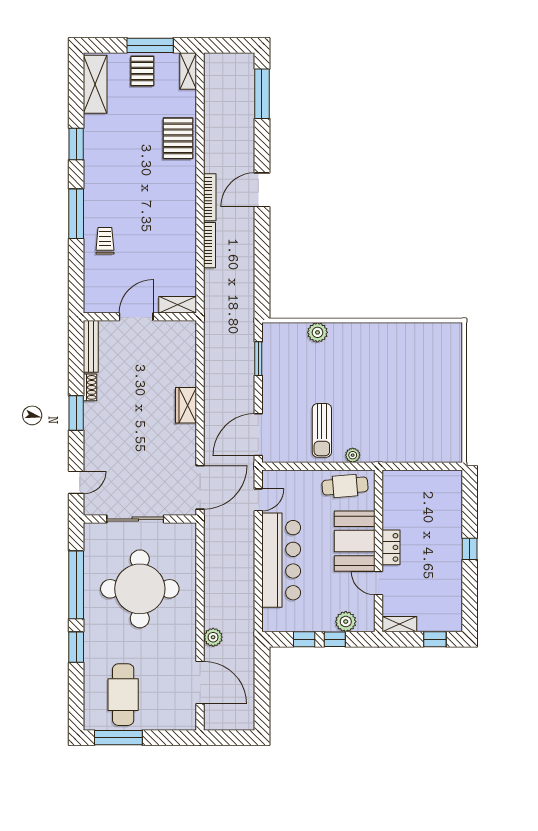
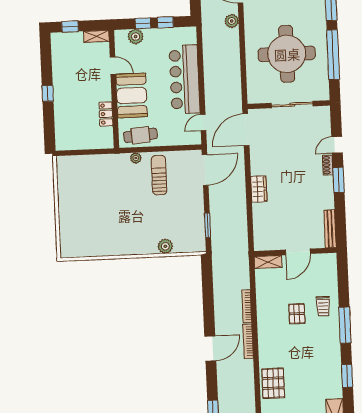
pallet: (141, 232) -> (297, 314), added
shoe rack: (90, 387) -> (328, 165), moved
door: (76, 482) -> (337, 145), moved
locker: (391, 547) -> (106, 114), moved

